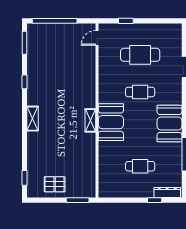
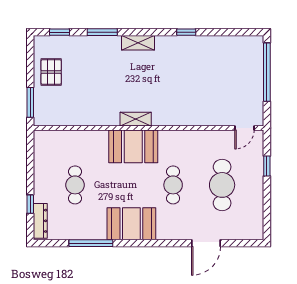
door: (97, 38) -> (244, 128), swing flipped
window: (24, 43) -> (102, 32), moved

